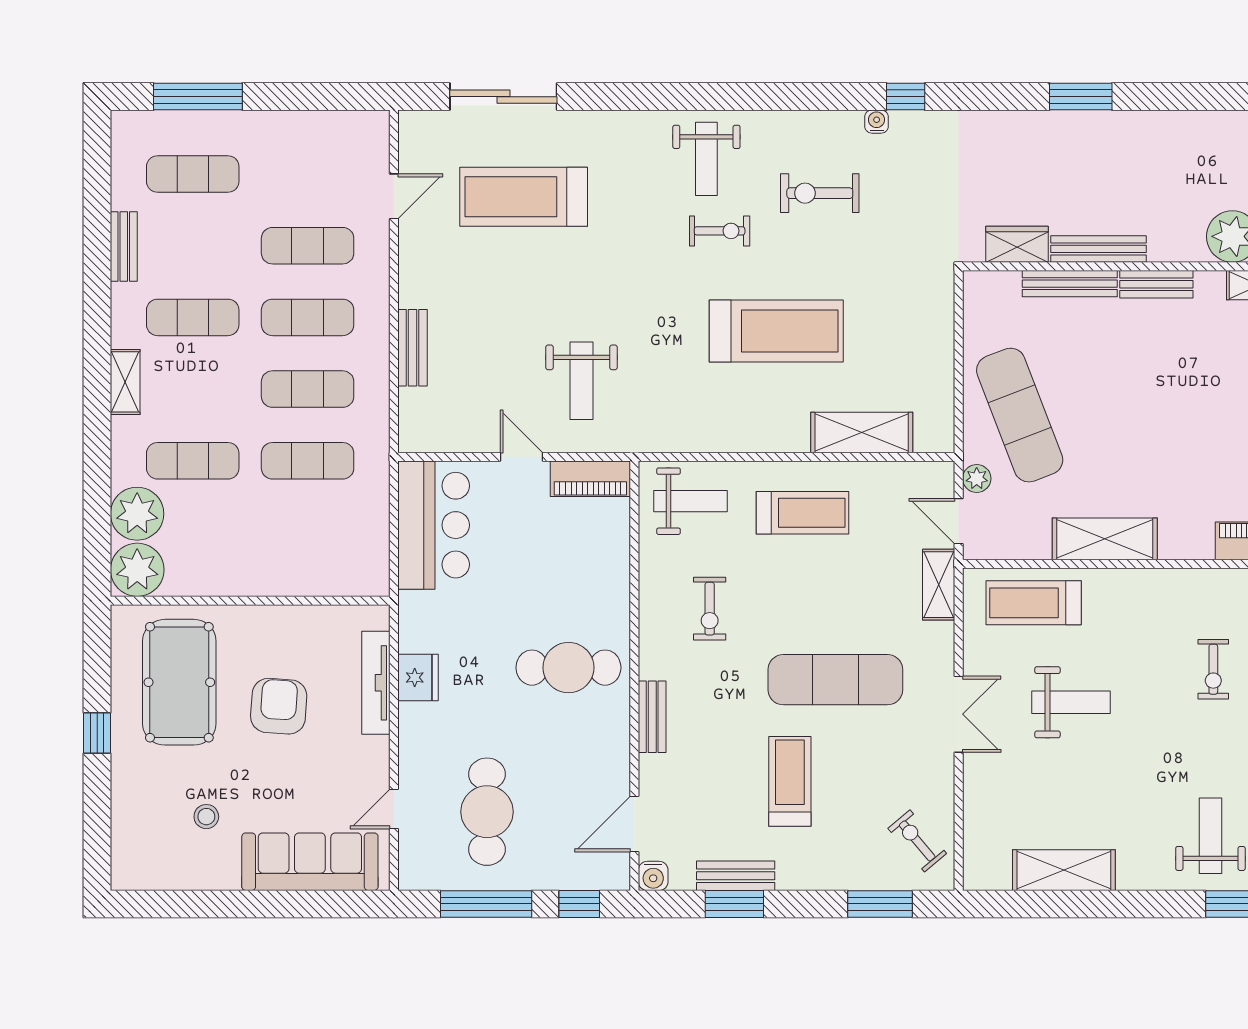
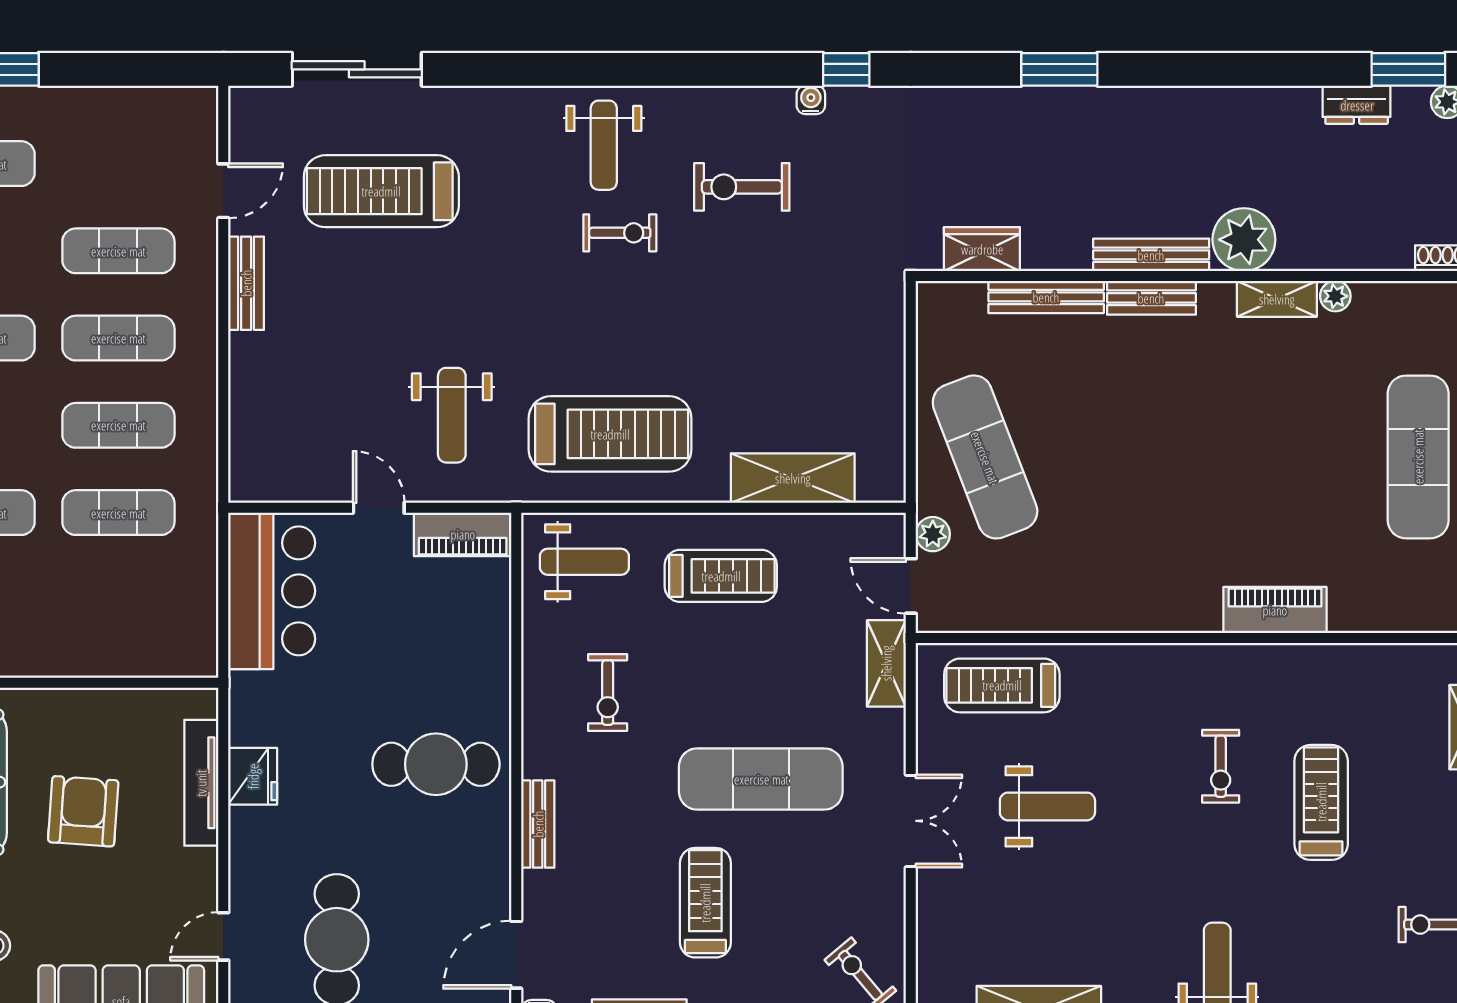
bench: (1099, 249) -> (1151, 255), moved
treadmill: (776, 331) -> (610, 434), moved
bench: (413, 348) -> (246, 283), moved
shelving: (1105, 539) -> (1089, 608), removed

